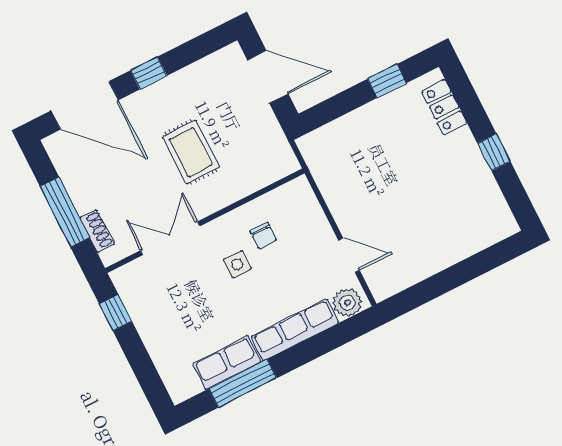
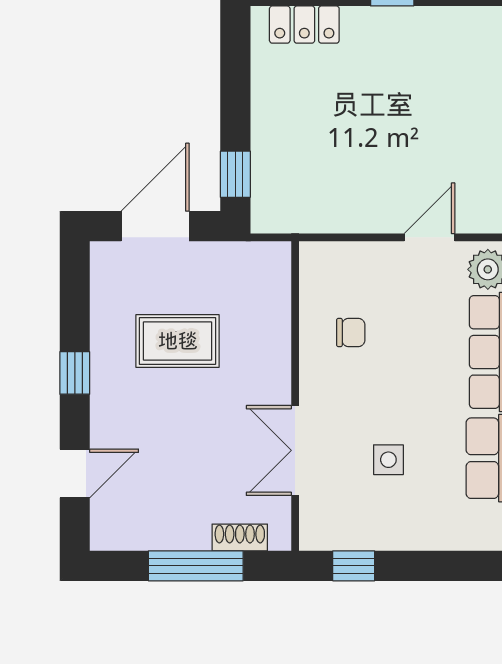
window: (387, 81) -> (235, 174), moved
door: (85, 105) -> (75, 473), width x0.53
rug: (191, 152) -> (178, 341), moved
side table: (237, 264) -> (388, 460), moved

